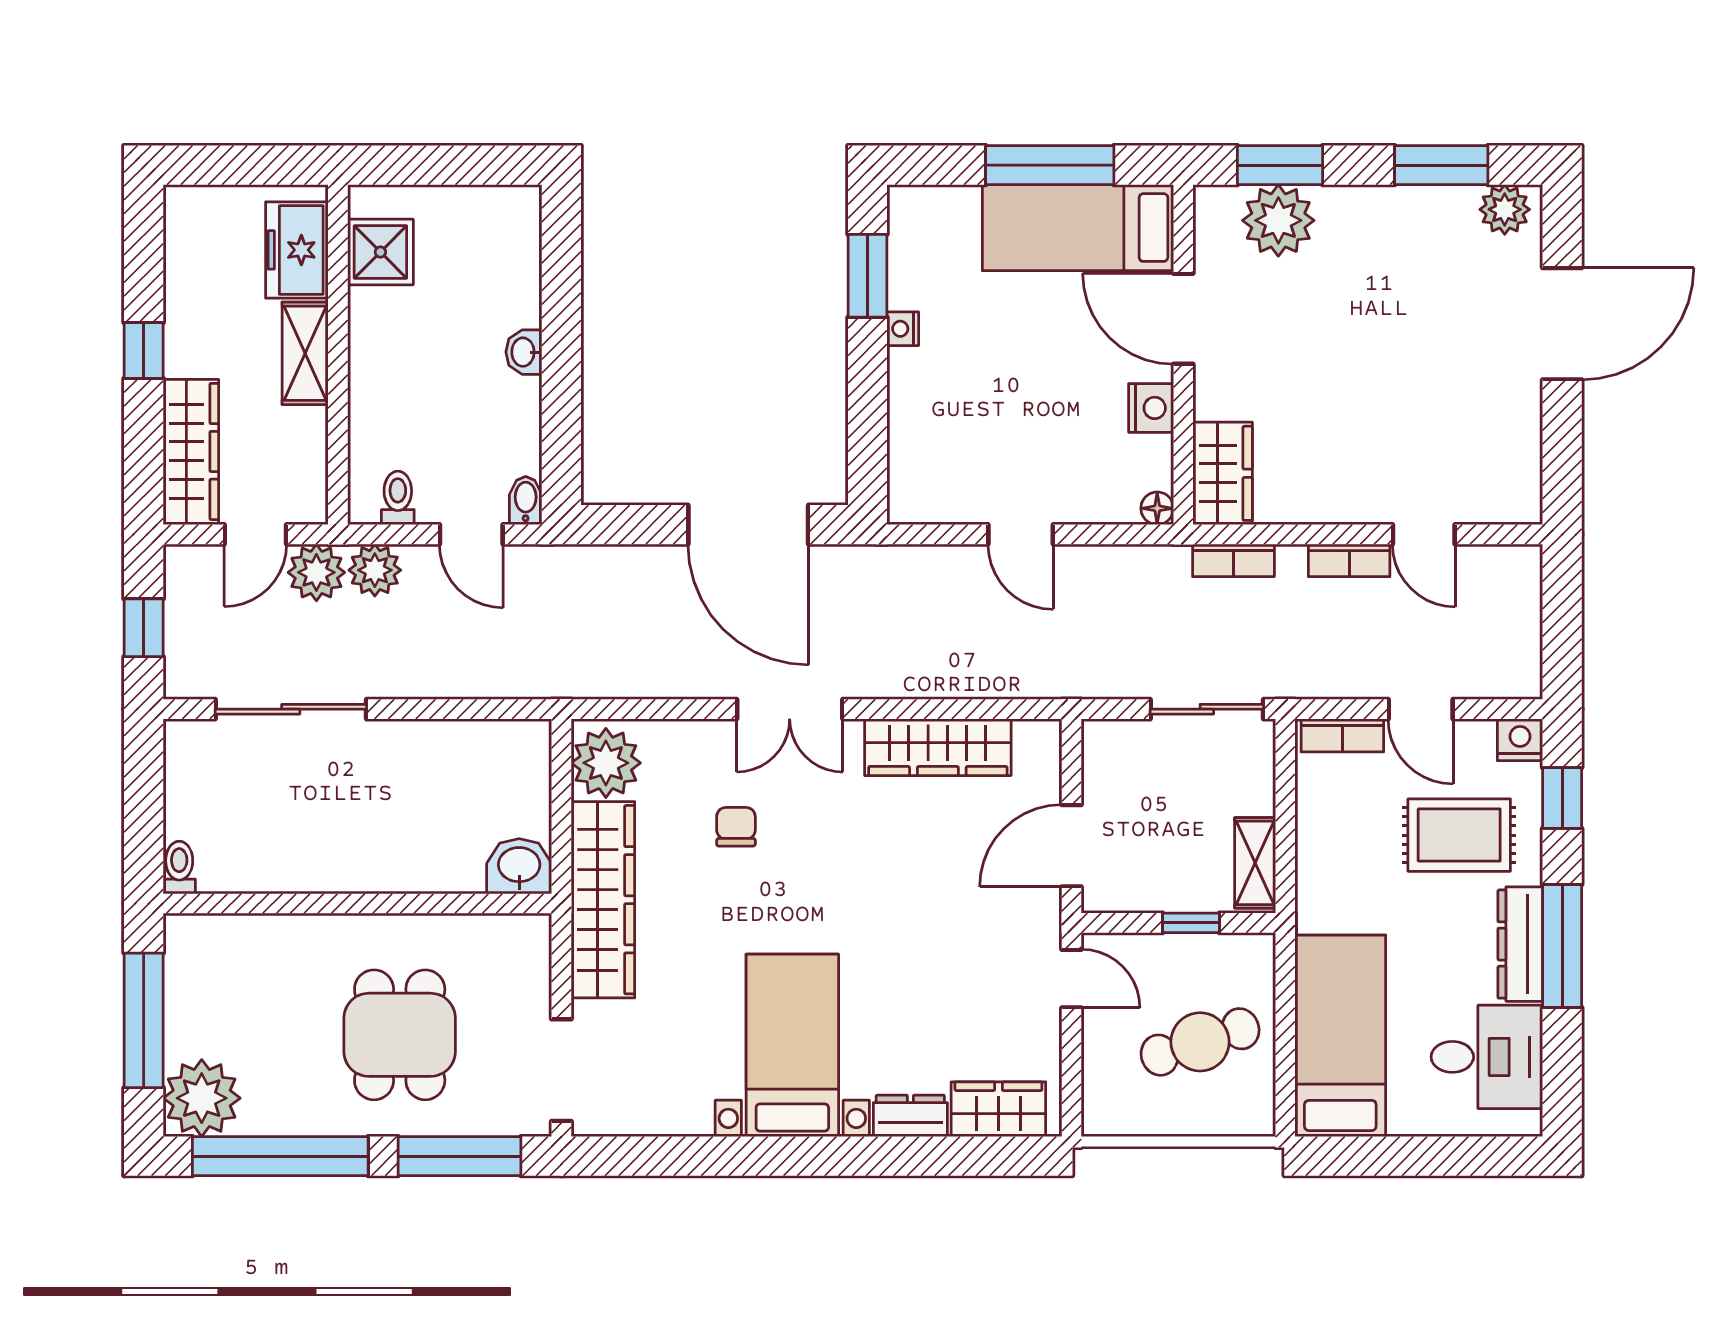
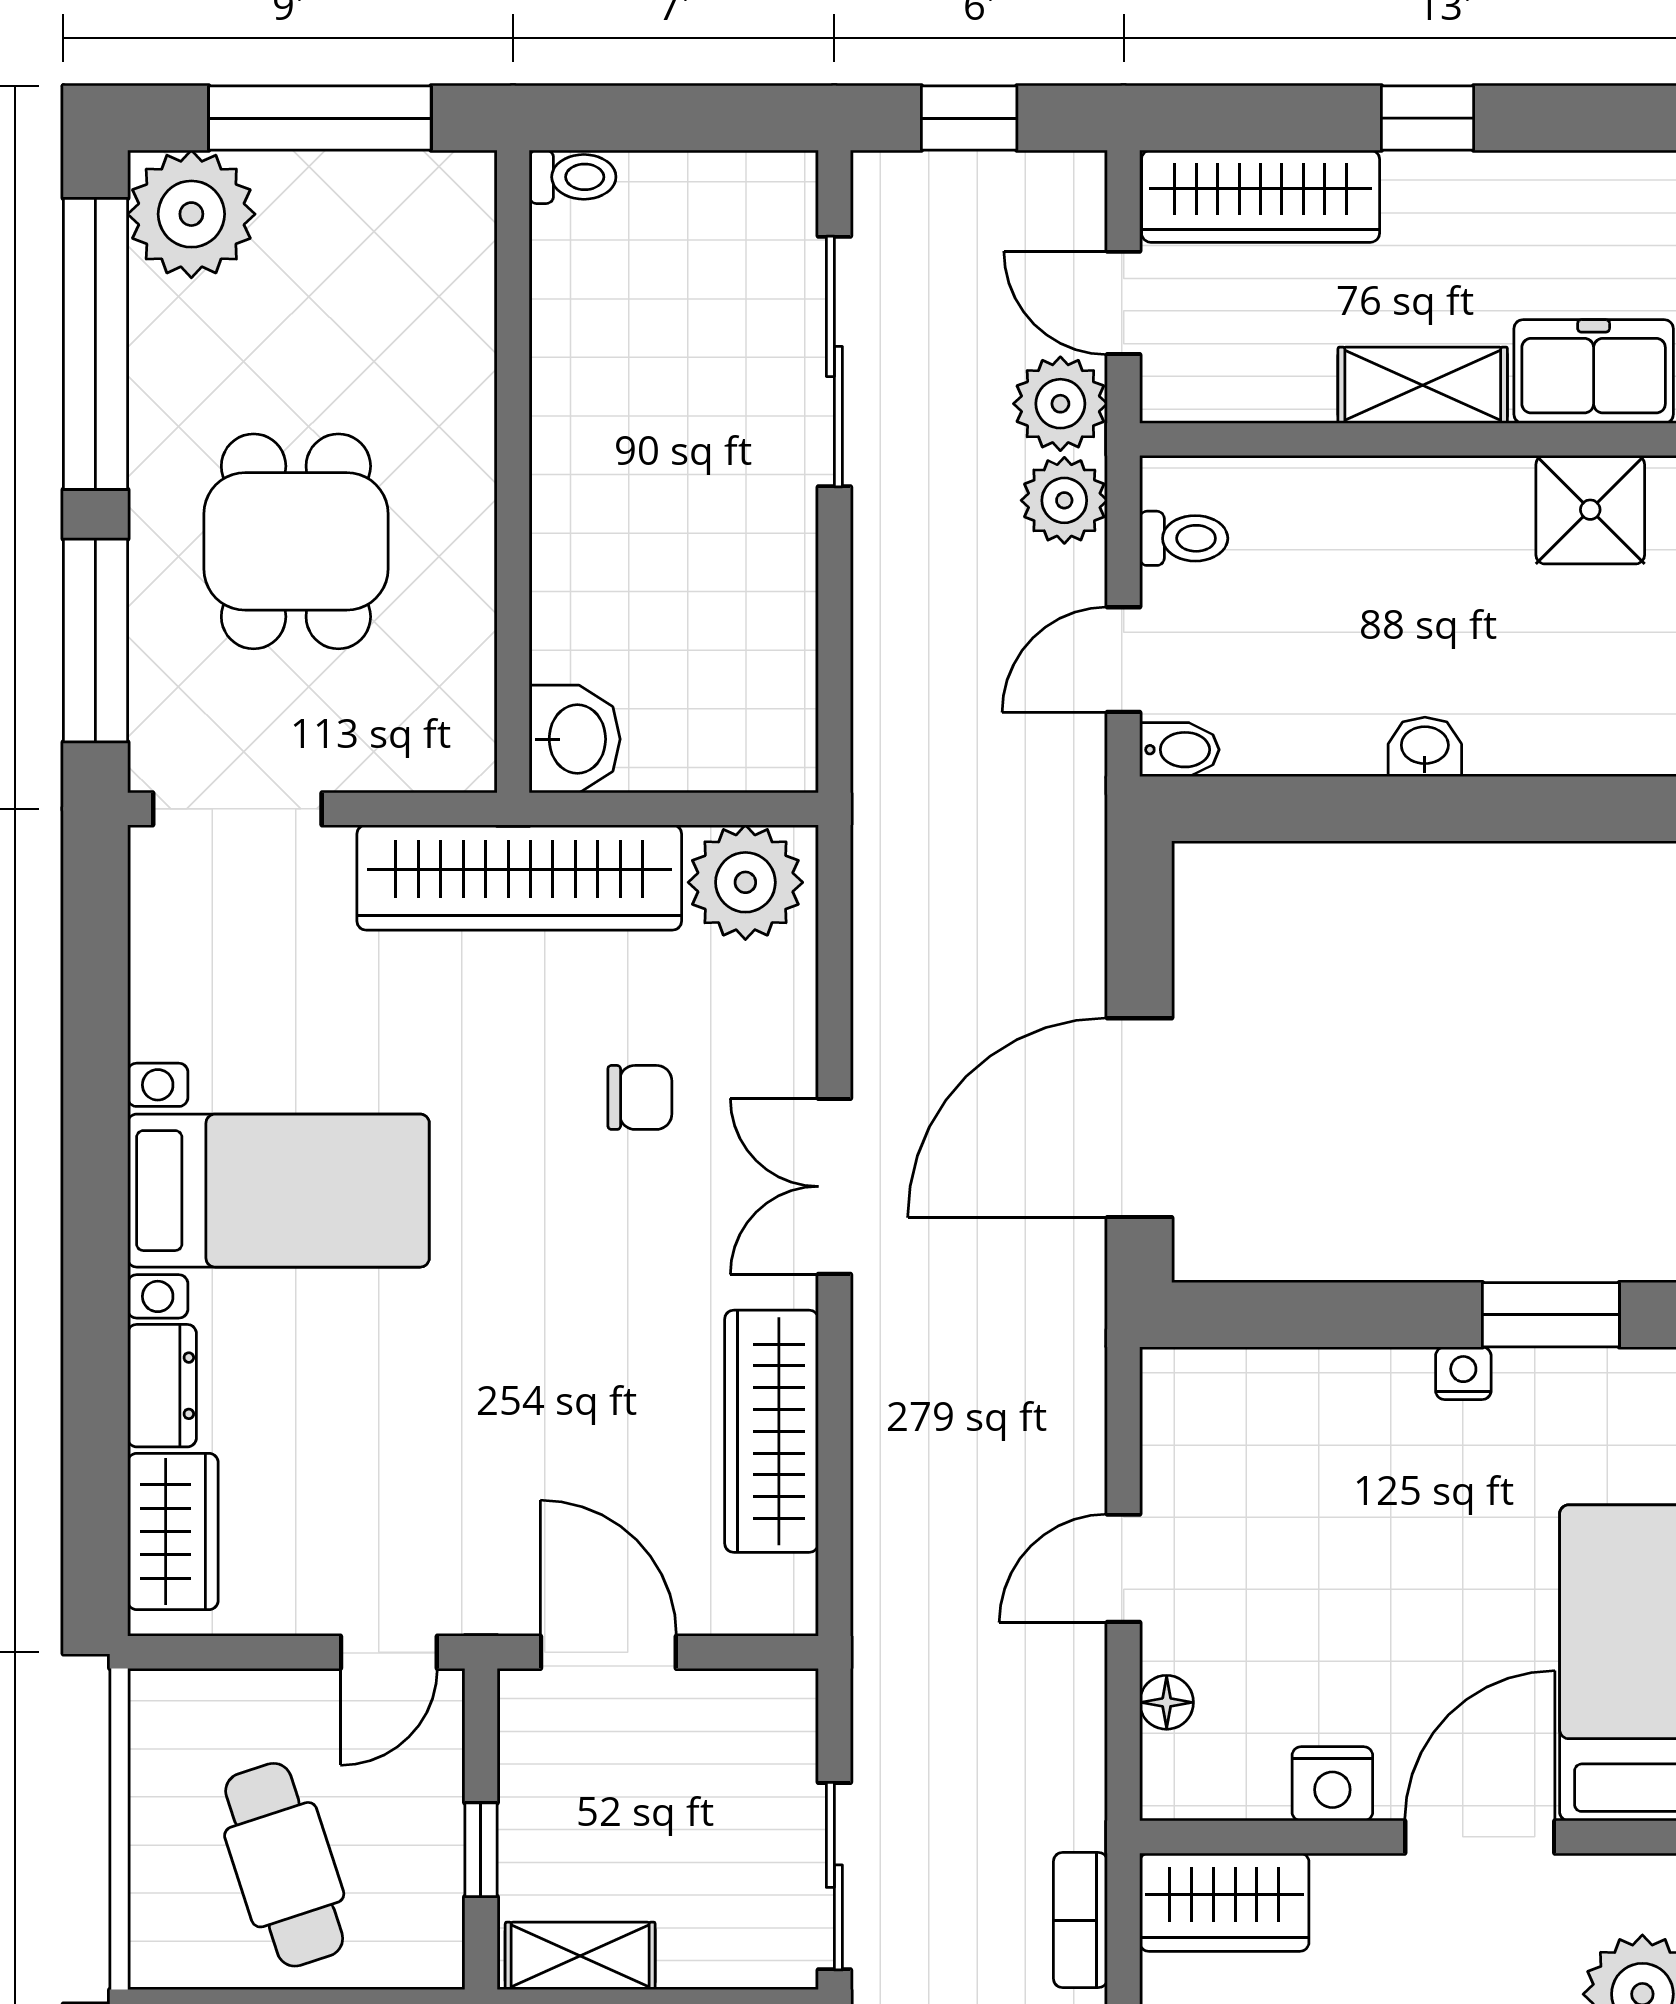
floor lamp: (1157, 508) -> (1167, 1702), moved
dining table: (400, 1035) -> (296, 541), turned 90

